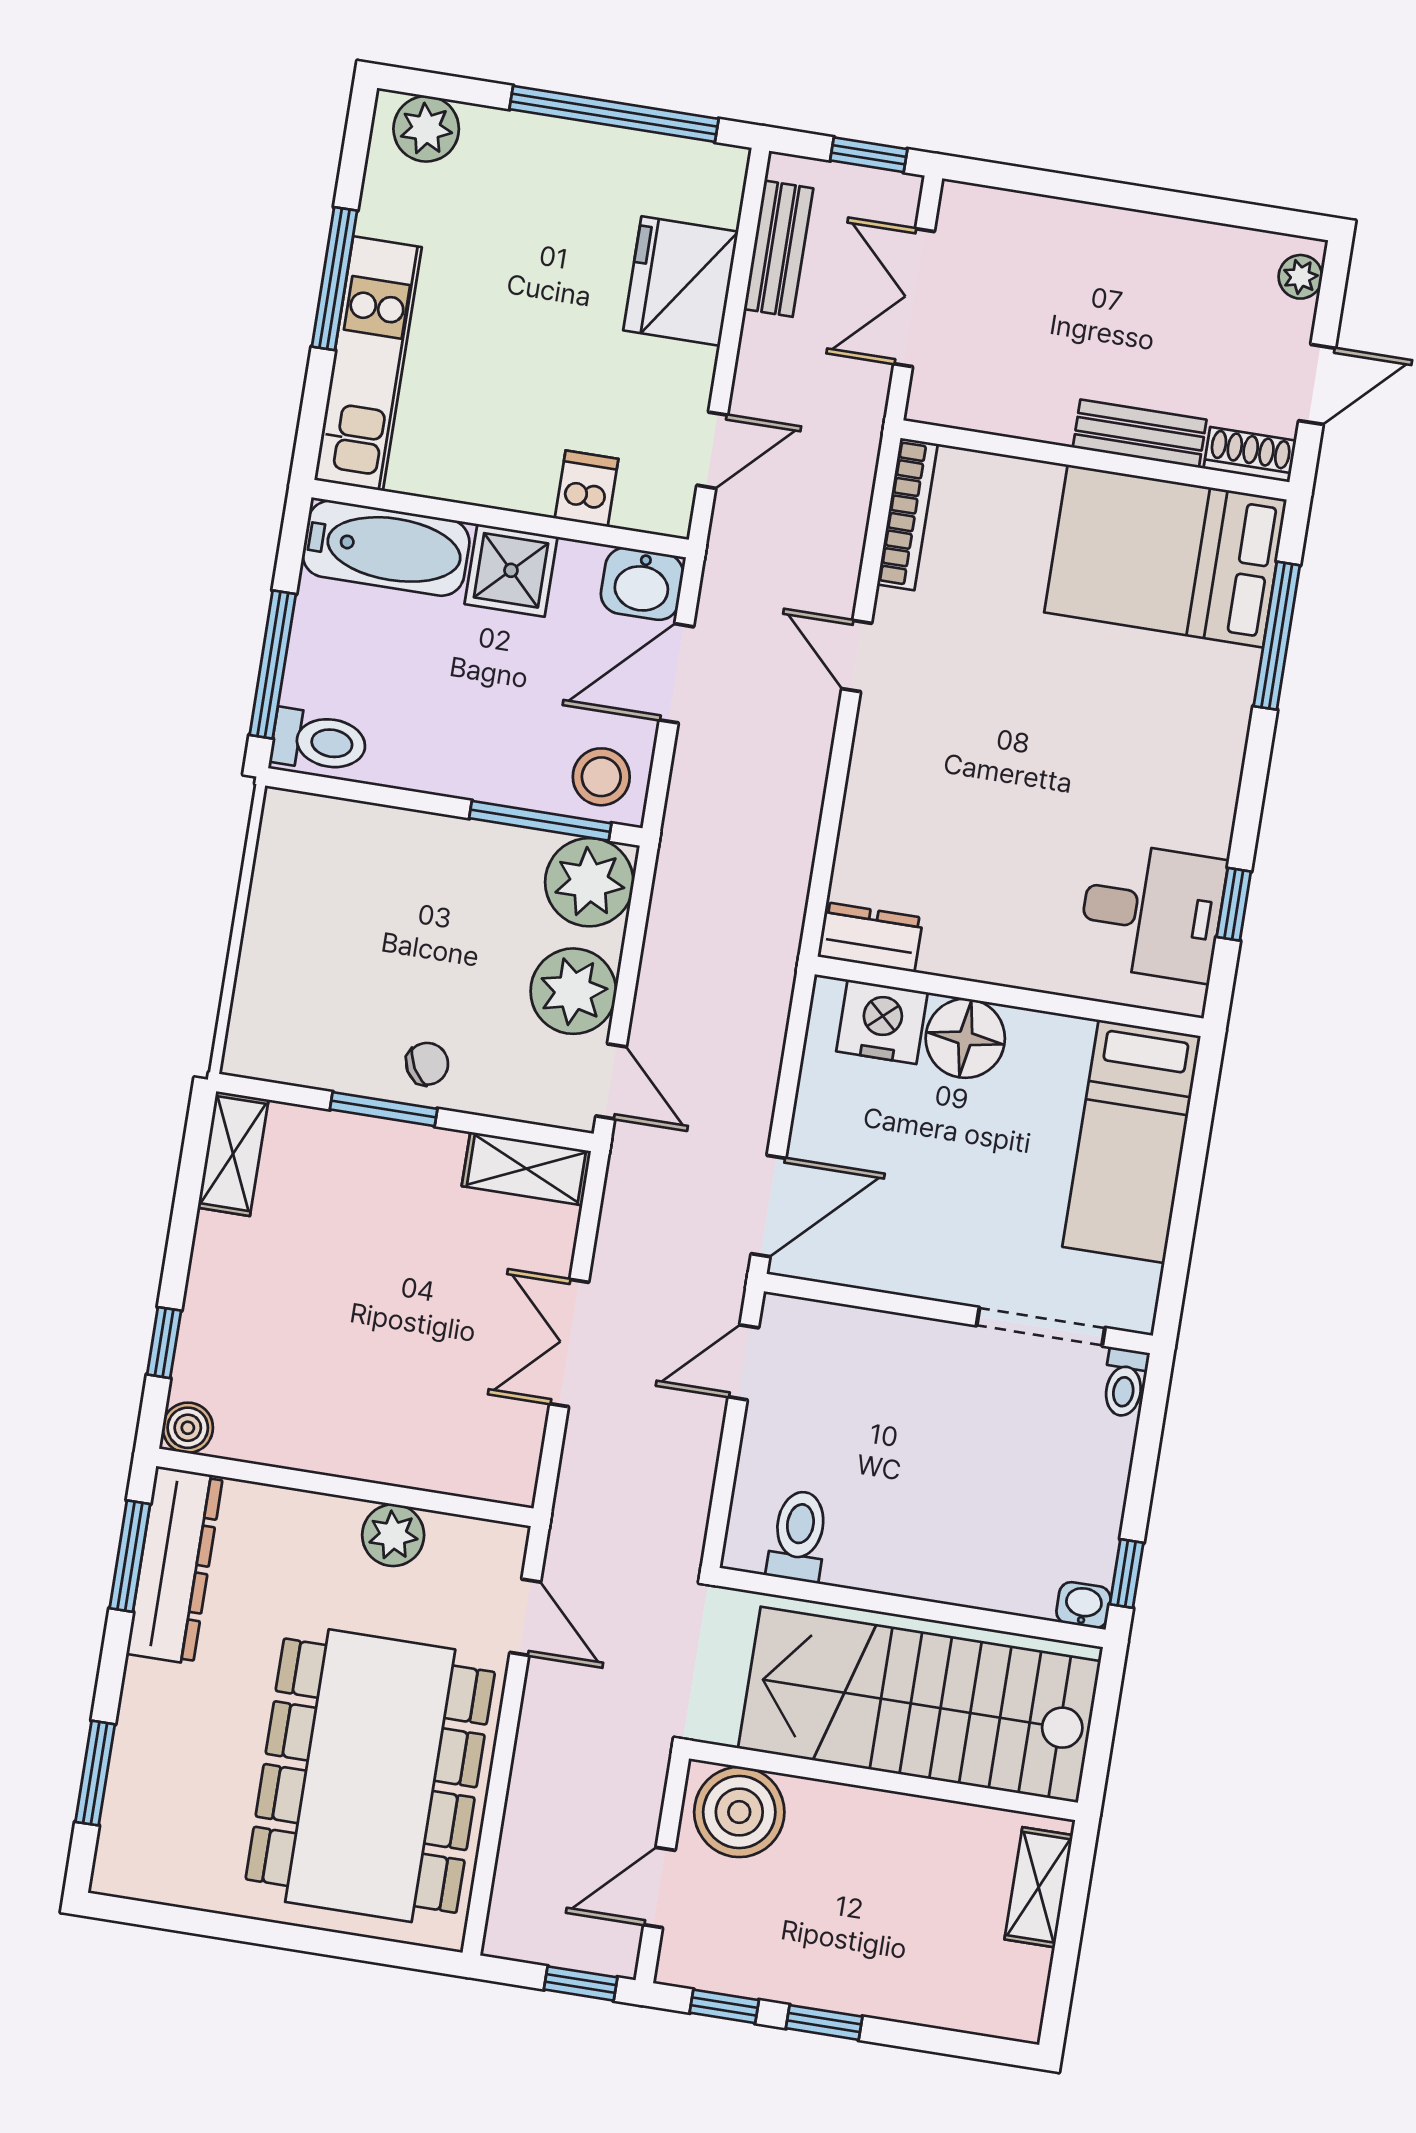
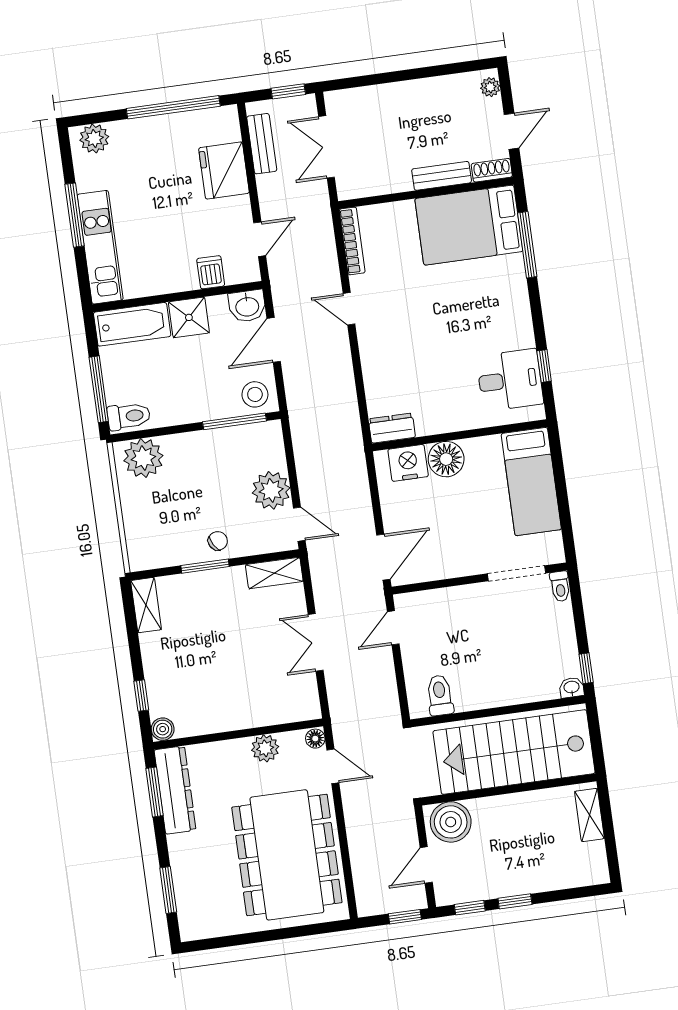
plant: (589, 882) -> (143, 458), moved
floor lamp: (506, 1547) -> (315, 739), added

